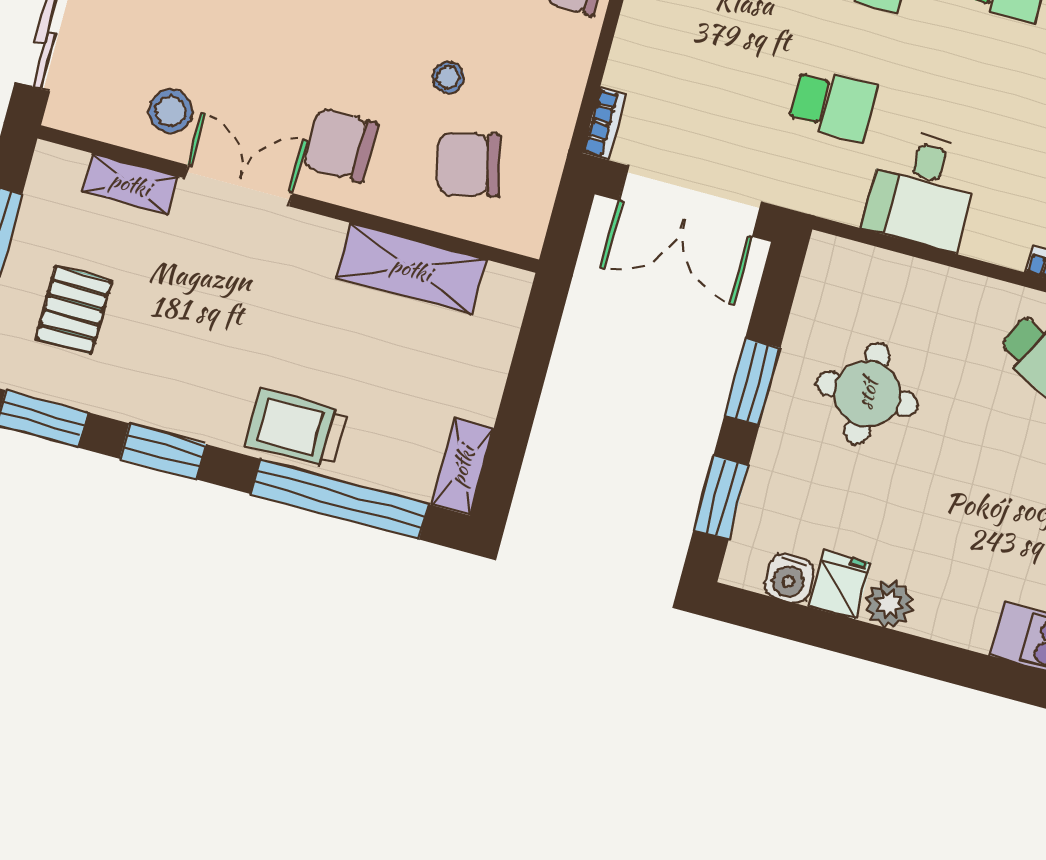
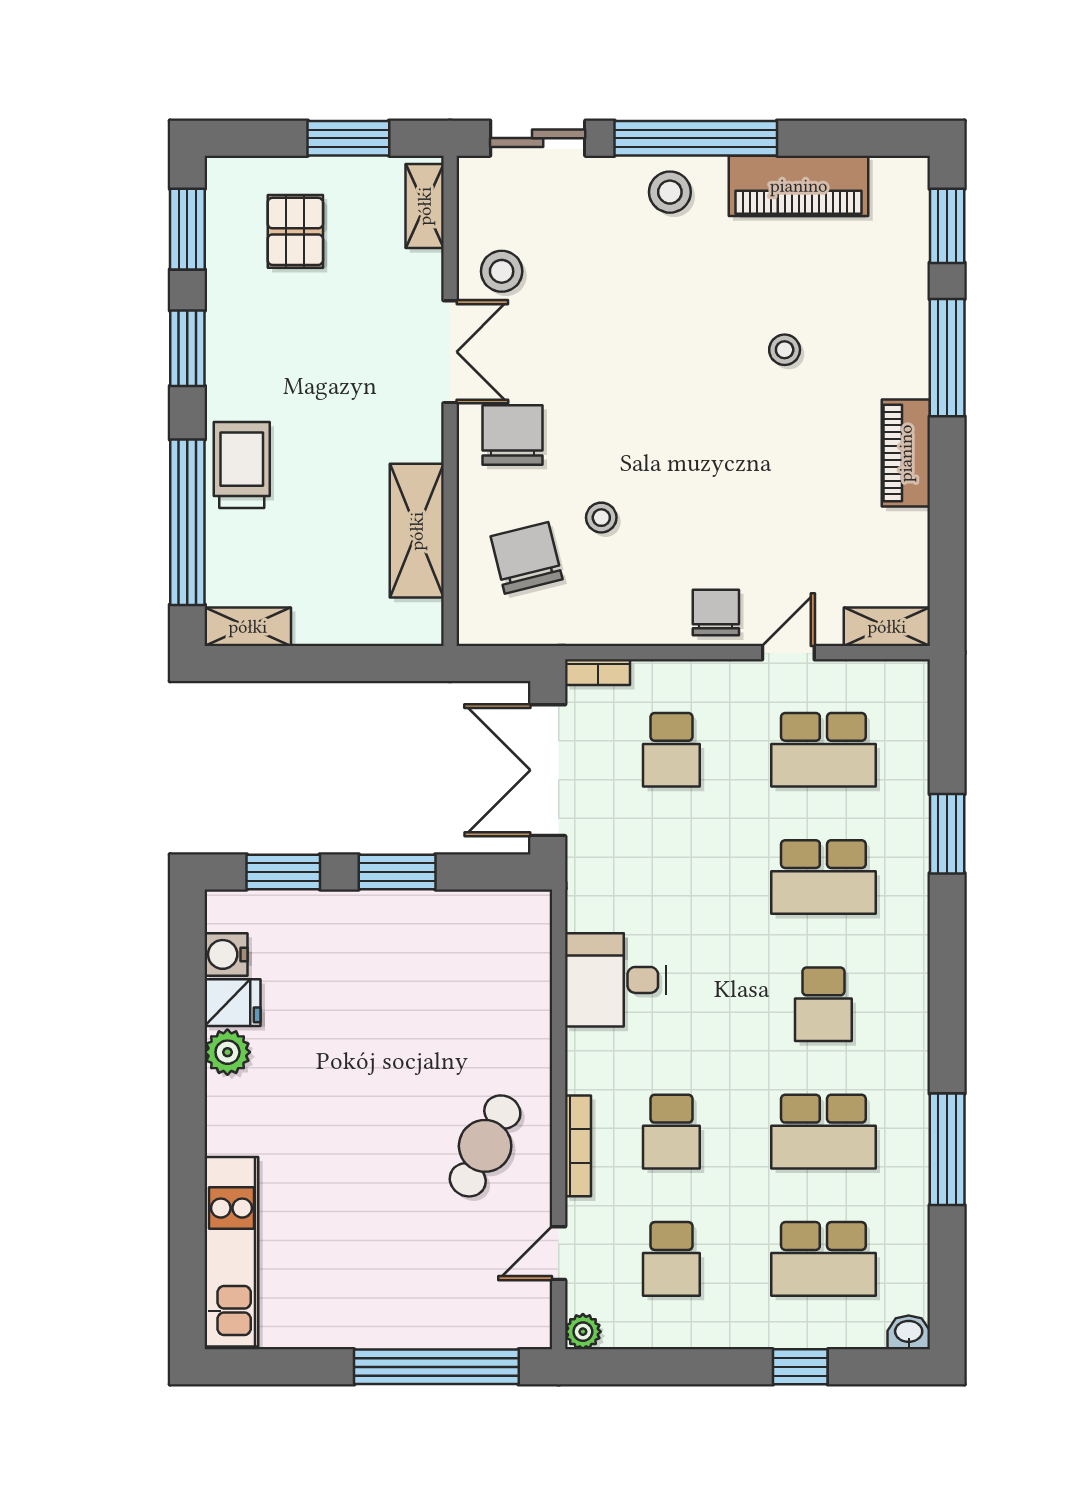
school desk: (833, 105) -> (671, 750), moved
shelving: (130, 184) -> (425, 206), moved
pallet: (74, 310) -> (295, 231), turned 90
round table: (867, 394) -> (415, 980), removed

